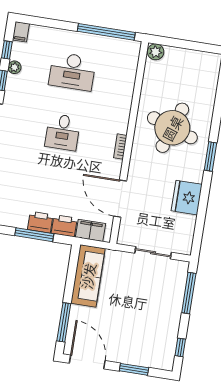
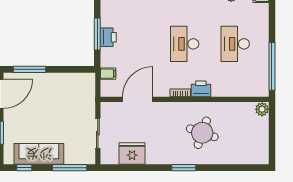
round table: (172, 128) -> (202, 133), width x0.73, depth x0.73
desk: (63, 132) -> (185, 44), width x1.37
fridge: (187, 198) -> (132, 153), moved
printer: (64, 226) -> (201, 89), moved, turned -90
filing cabinet: (90, 230) -> (108, 74), width x0.50
sofa: (88, 276) -> (39, 154), moved, turned 180

